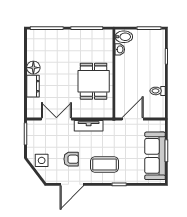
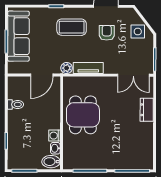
washing machine: (121, 61) -> (54, 136), added
floor lamp: (33, 68) -> (146, 129), removed
double door: (56, 119) -> (133, 75), moved
plant: (109, 126) -> (67, 68), added
armchair: (71, 159) -> (107, 33), turned 90

